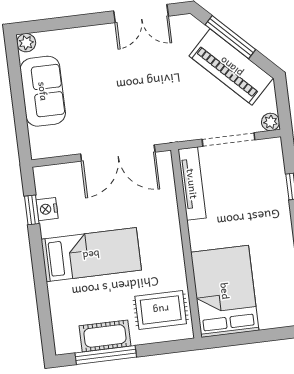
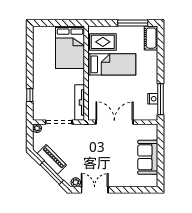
plant: (26, 43) -> (76, 182), moved
piano: (231, 67) -> (52, 159), width x0.73, depth x0.75
window: (32, 210) -> (161, 99), width x2.17
bed: (91, 255) -> (112, 64), moved, turned 180
cot: (105, 336) -> (151, 38), moved, turned 90

